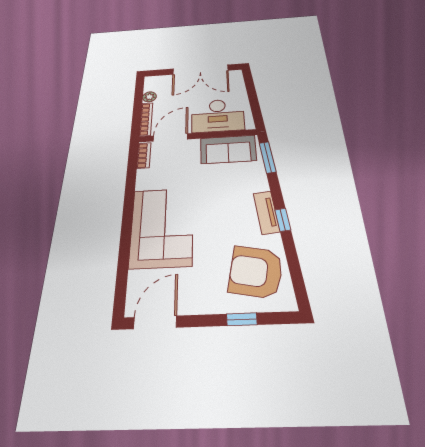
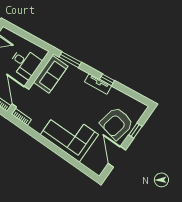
desk: (218, 115) -> (25, 63), width x0.73
armchair: (256, 272) -> (117, 123), moved
door: (155, 322) -> (117, 157), moved

